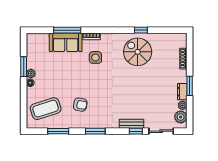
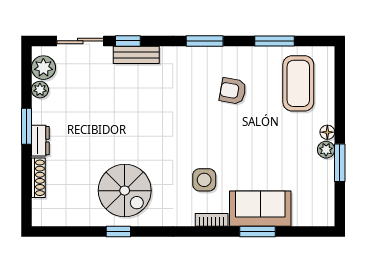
window: (67, 30) -> (257, 231), width x0.69
dresser: (182, 92) -> (40, 141), moved
coffee table: (46, 109) -> (298, 83), turned -72

